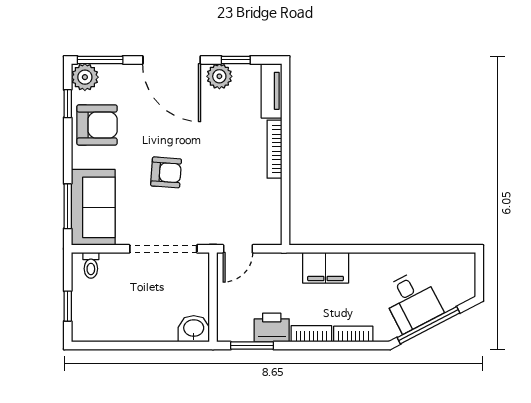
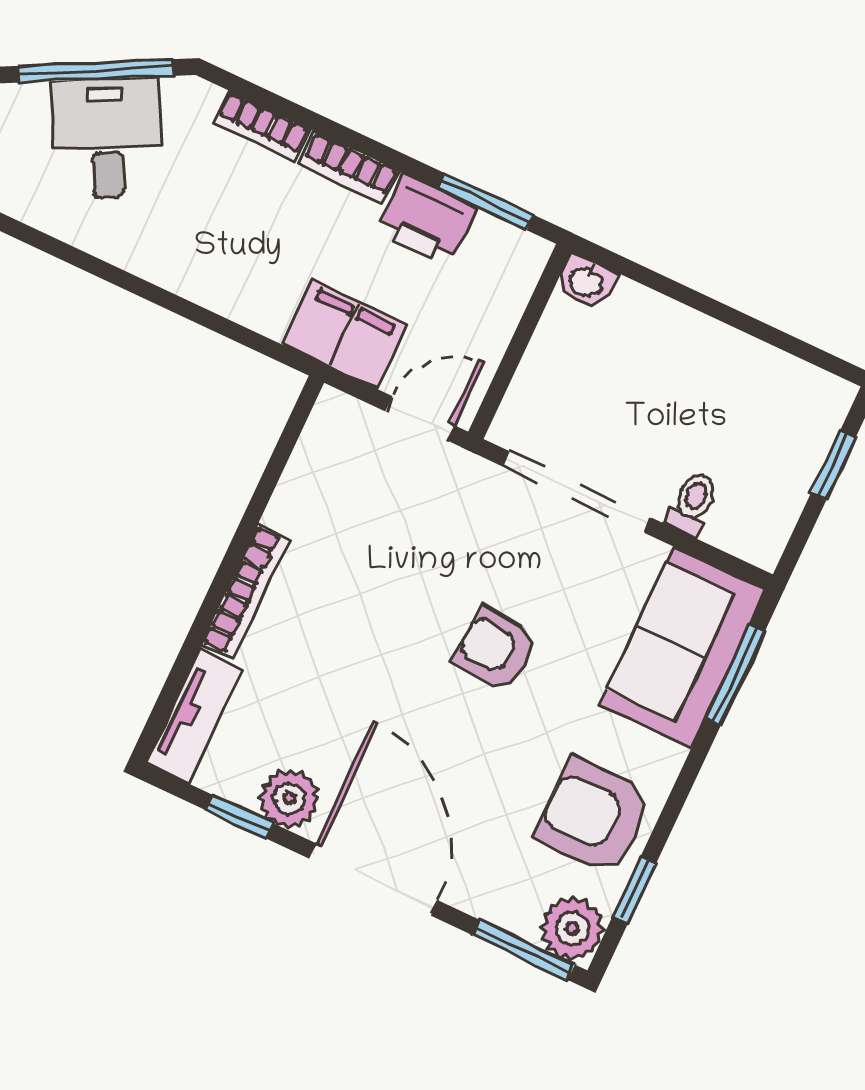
toilet: (91, 265) -> (692, 504), moved
filing cabinet: (326, 268) -> (345, 335), moved
washbasin: (194, 329) -> (586, 281), width x0.72, depth x0.69

